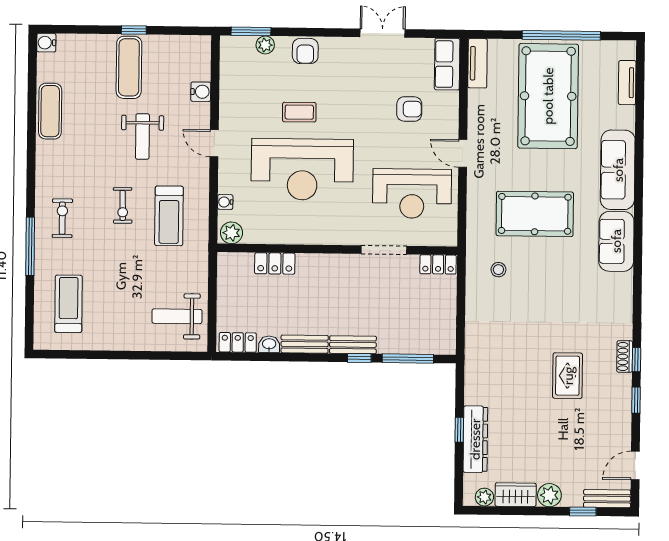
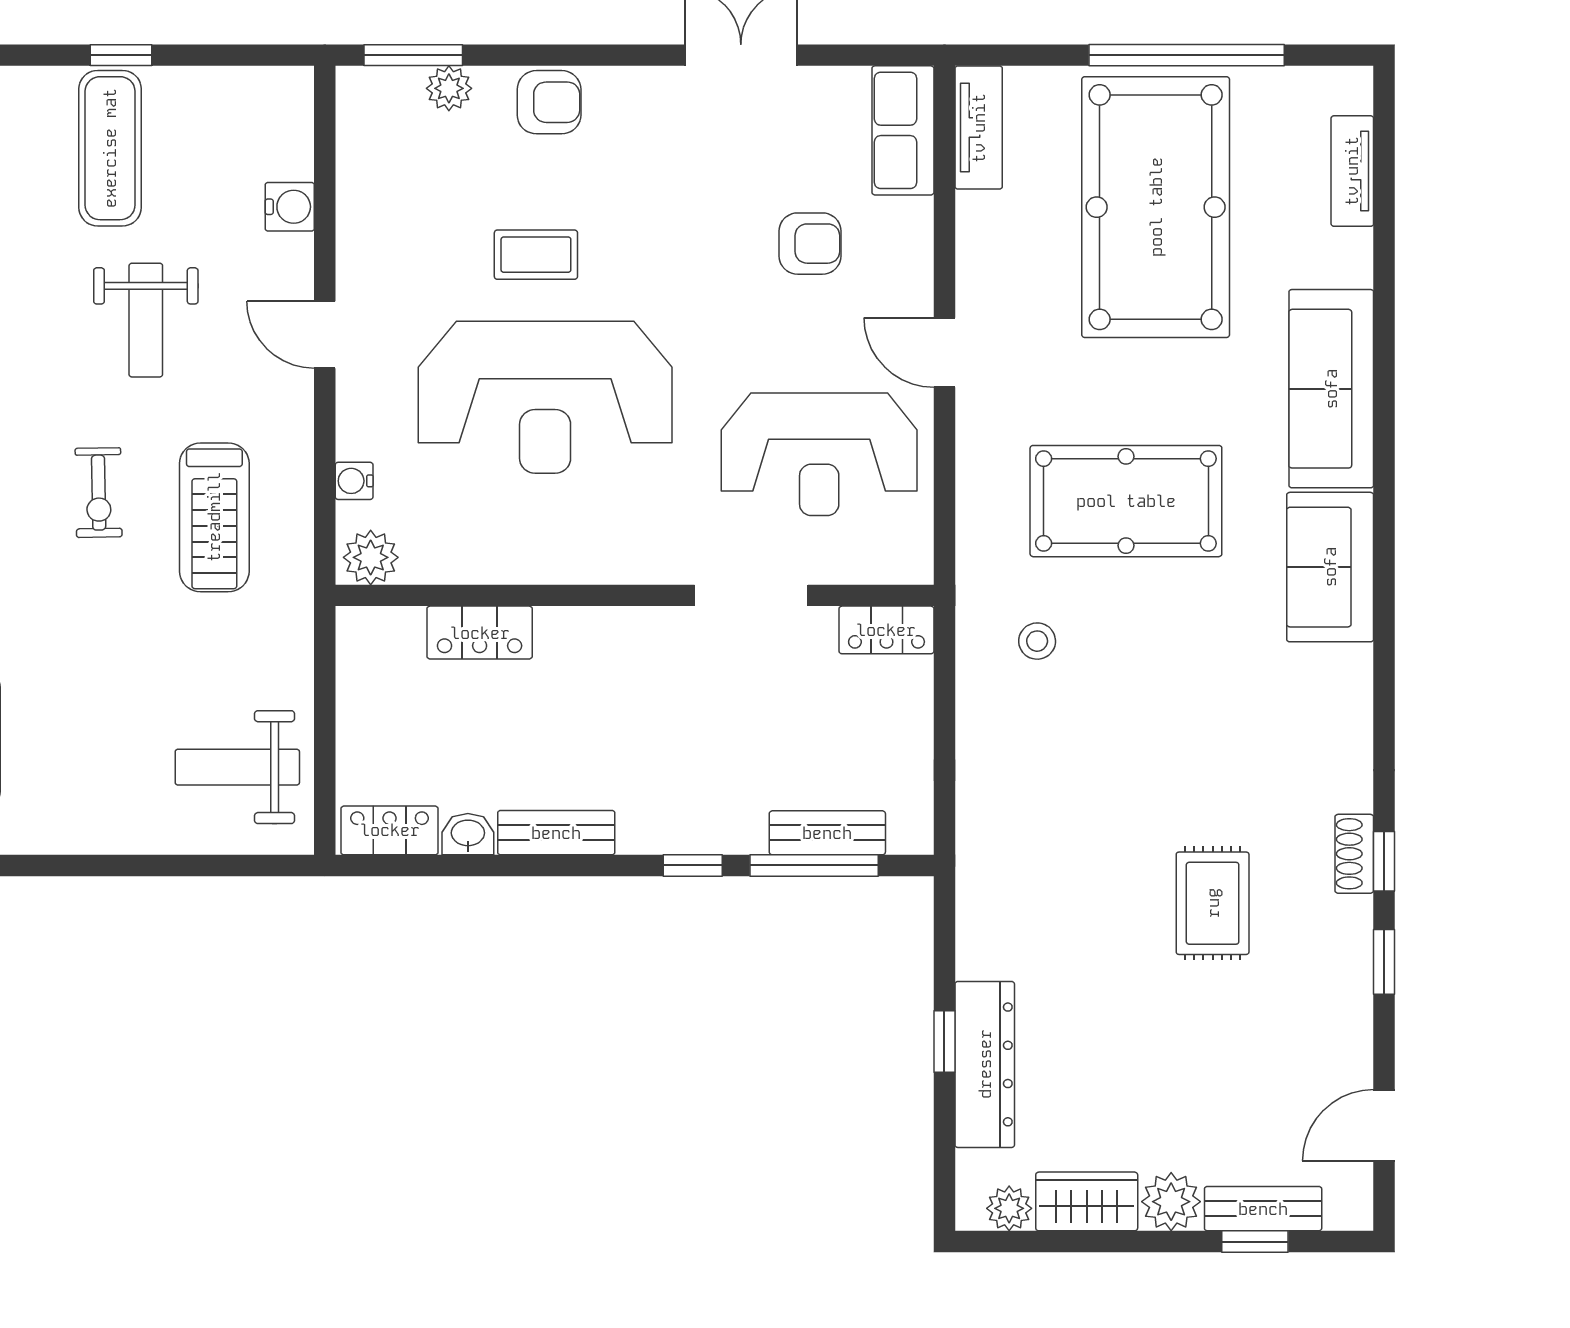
armchair: (305, 51) -> (549, 102), turned -90
bench: (353, 345) -> (827, 833), moved
bench: (607, 499) -> (1263, 1209), moved

